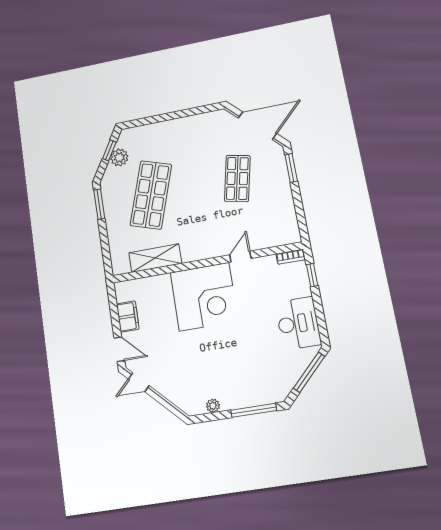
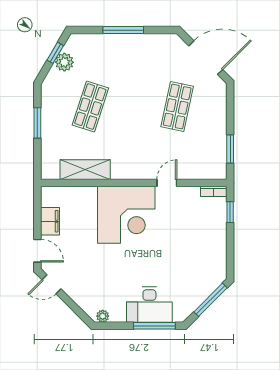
window: (171, 116) -> (123, 30), added
window: (291, 168) -> (230, 149), moved
shop shelf: (151, 195) -> (90, 106), width x0.70, depth x0.74
window: (99, 204) -> (37, 123), moved
desk: (298, 323) -> (149, 305), moved, turned 90
plant: (213, 406) -> (103, 316), moved

